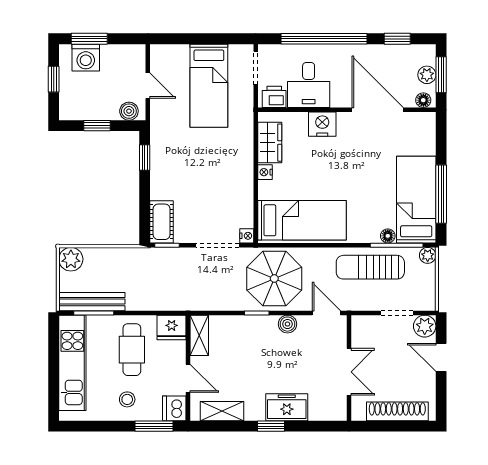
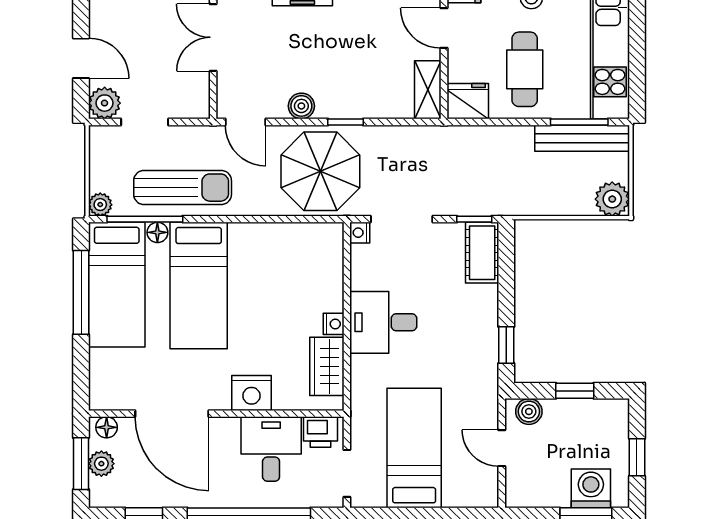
desk: (230, 173) -> (383, 322), added
bed: (302, 220) -> (199, 286), moved, turned -90

